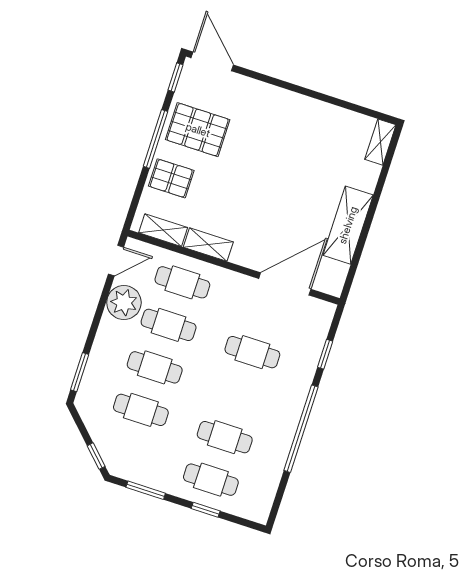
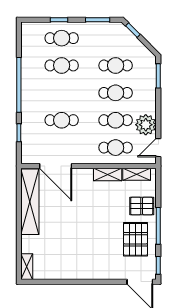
pallet: (198, 130) -> (136, 239), turned 90
shelving: (348, 225) -> (30, 202), width x1.47
door: (285, 284) -> (56, 166), hinge flipped

